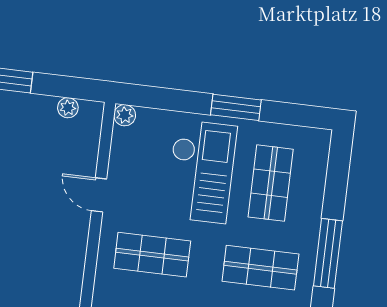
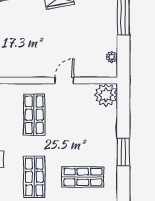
plant: (125, 115) -> (106, 95), width x1.88, depth x1.88
checkout: (201, 171) -> (85, 137), removed

